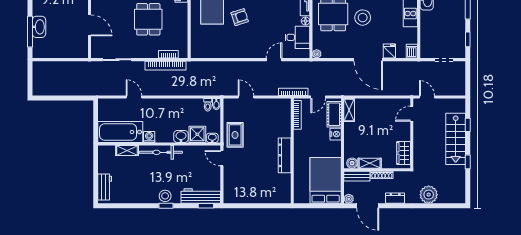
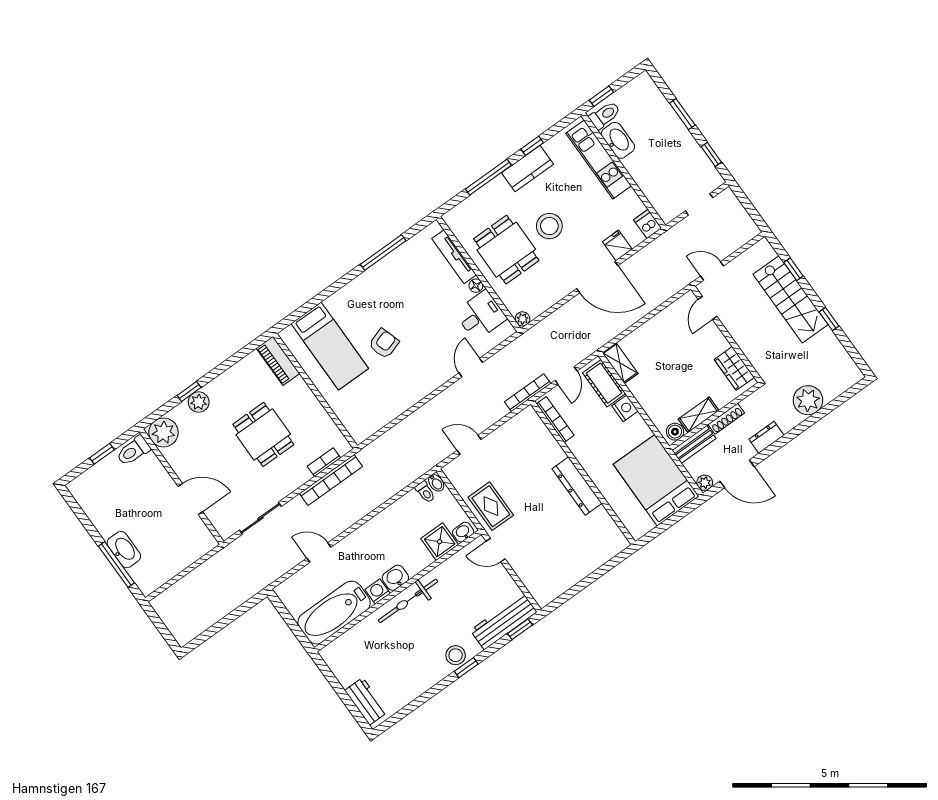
washbasin: (181, 136) -> (395, 578), moved
shelving: (127, 150) -> (361, 631), removed

